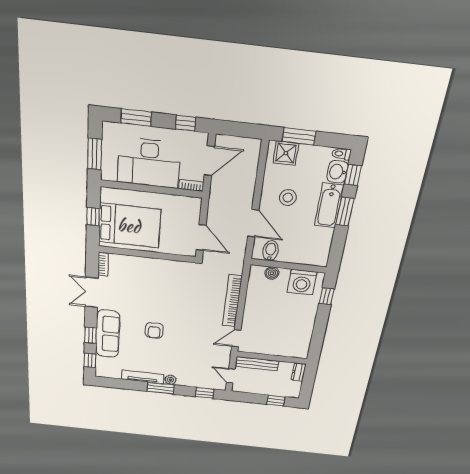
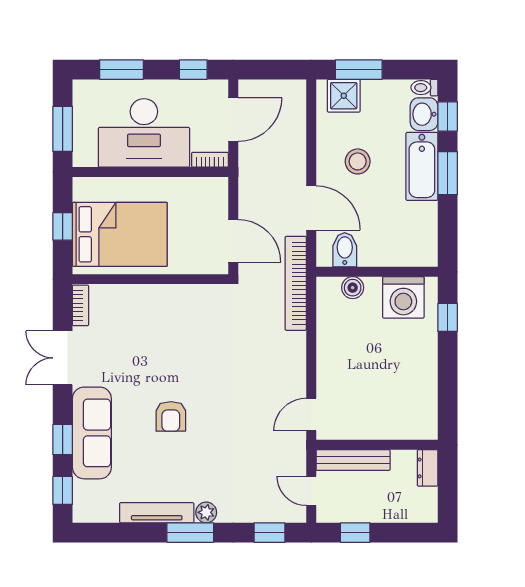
bookcase: (232, 301) -> (296, 283), moved
window: (276, 401) -> (355, 533), moved

